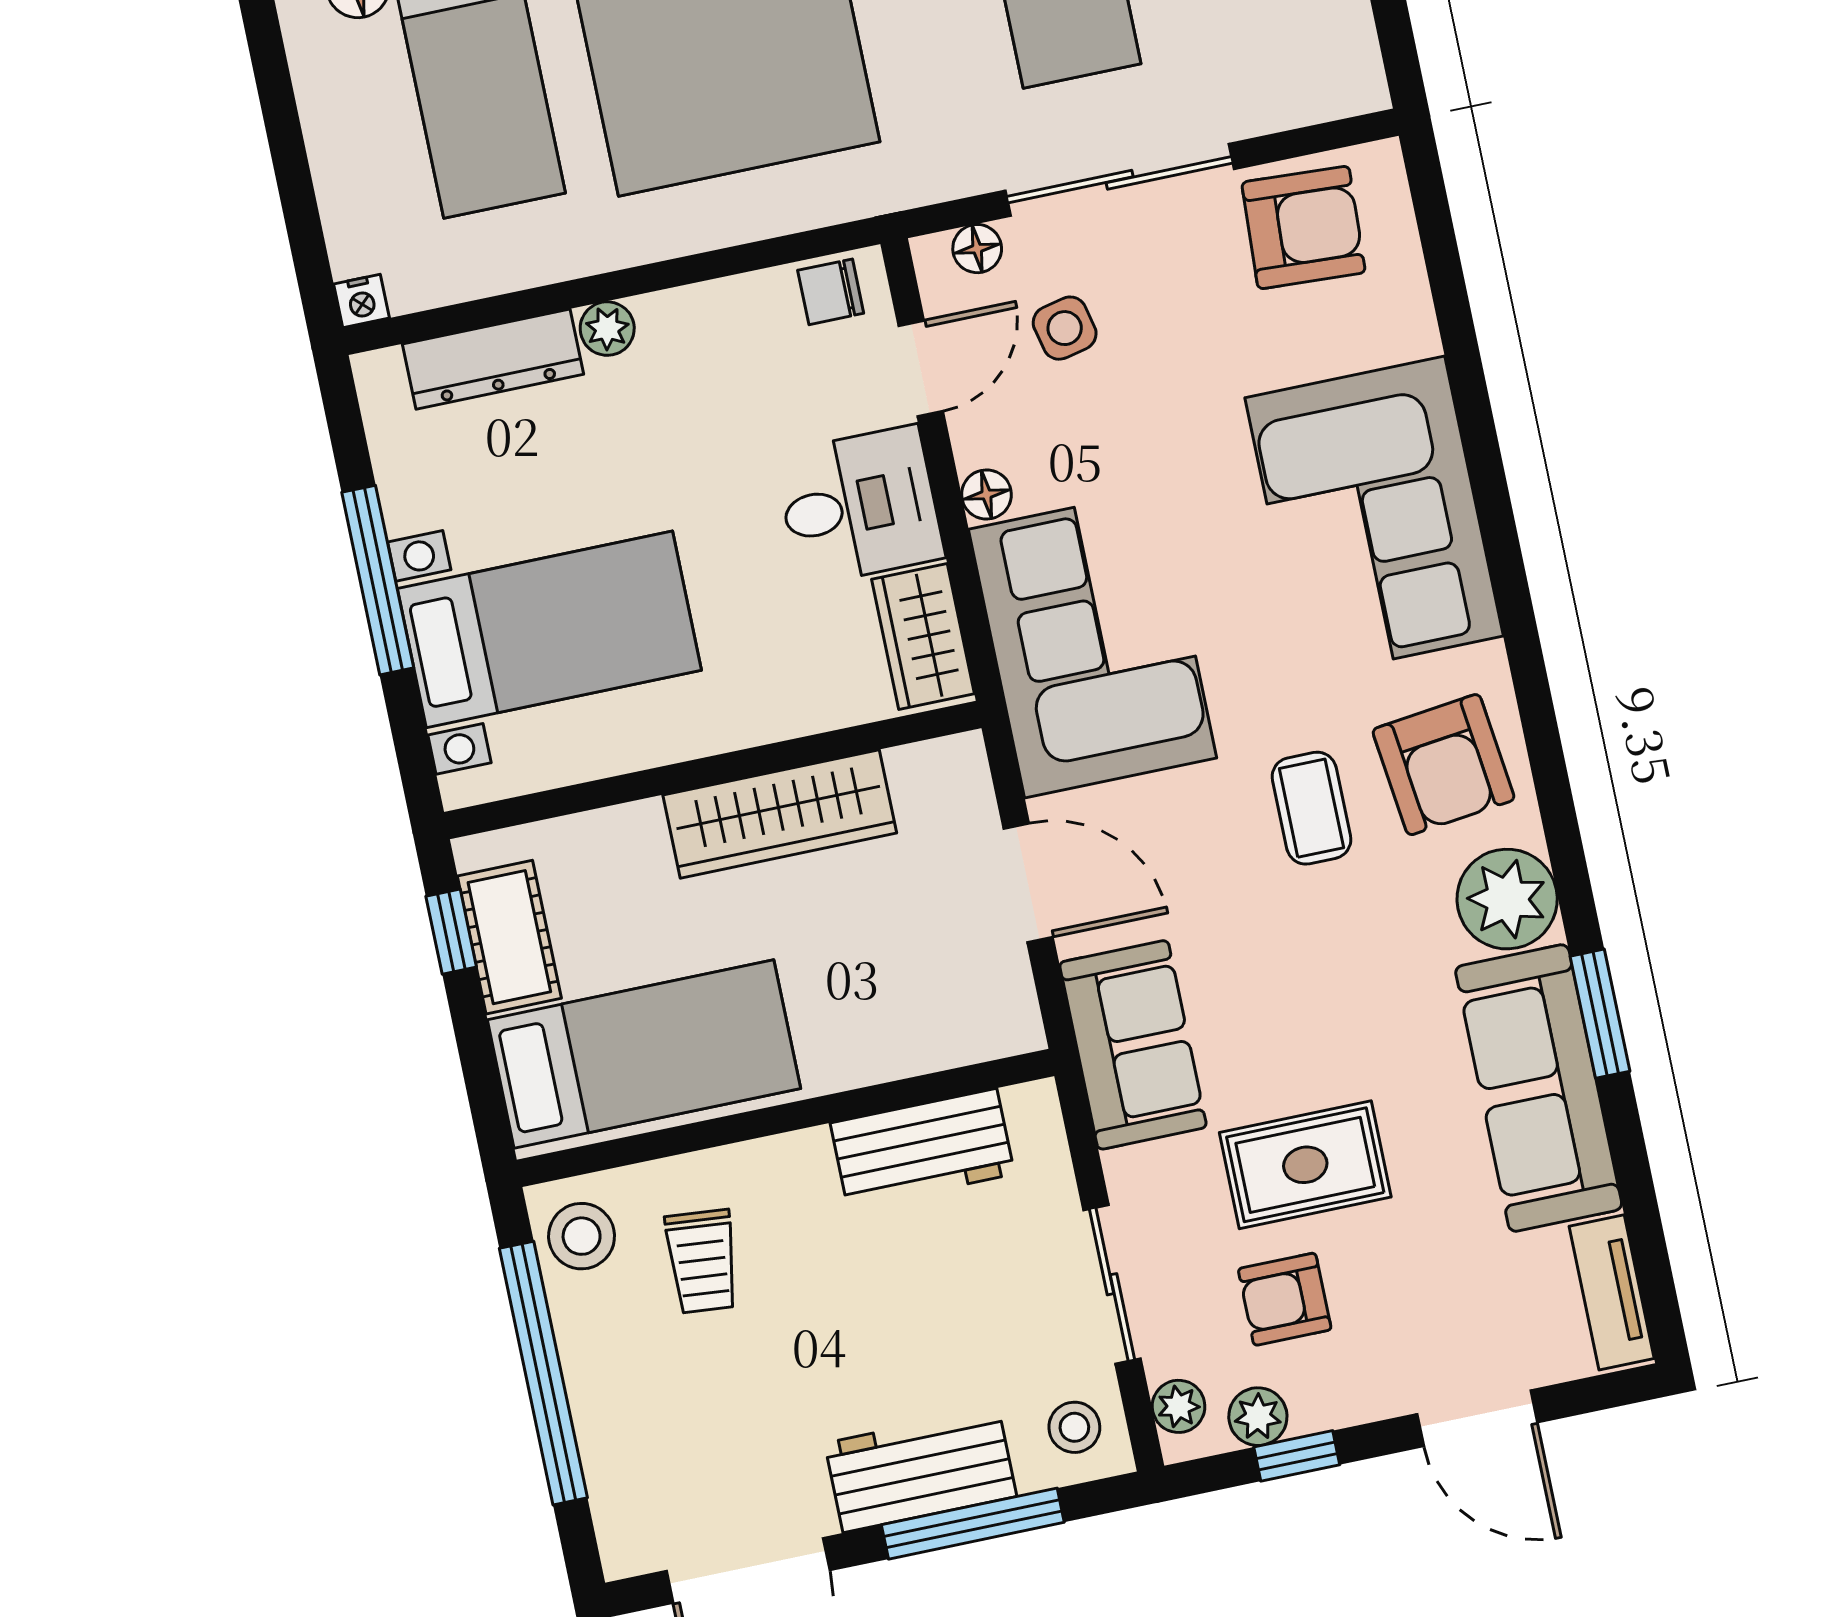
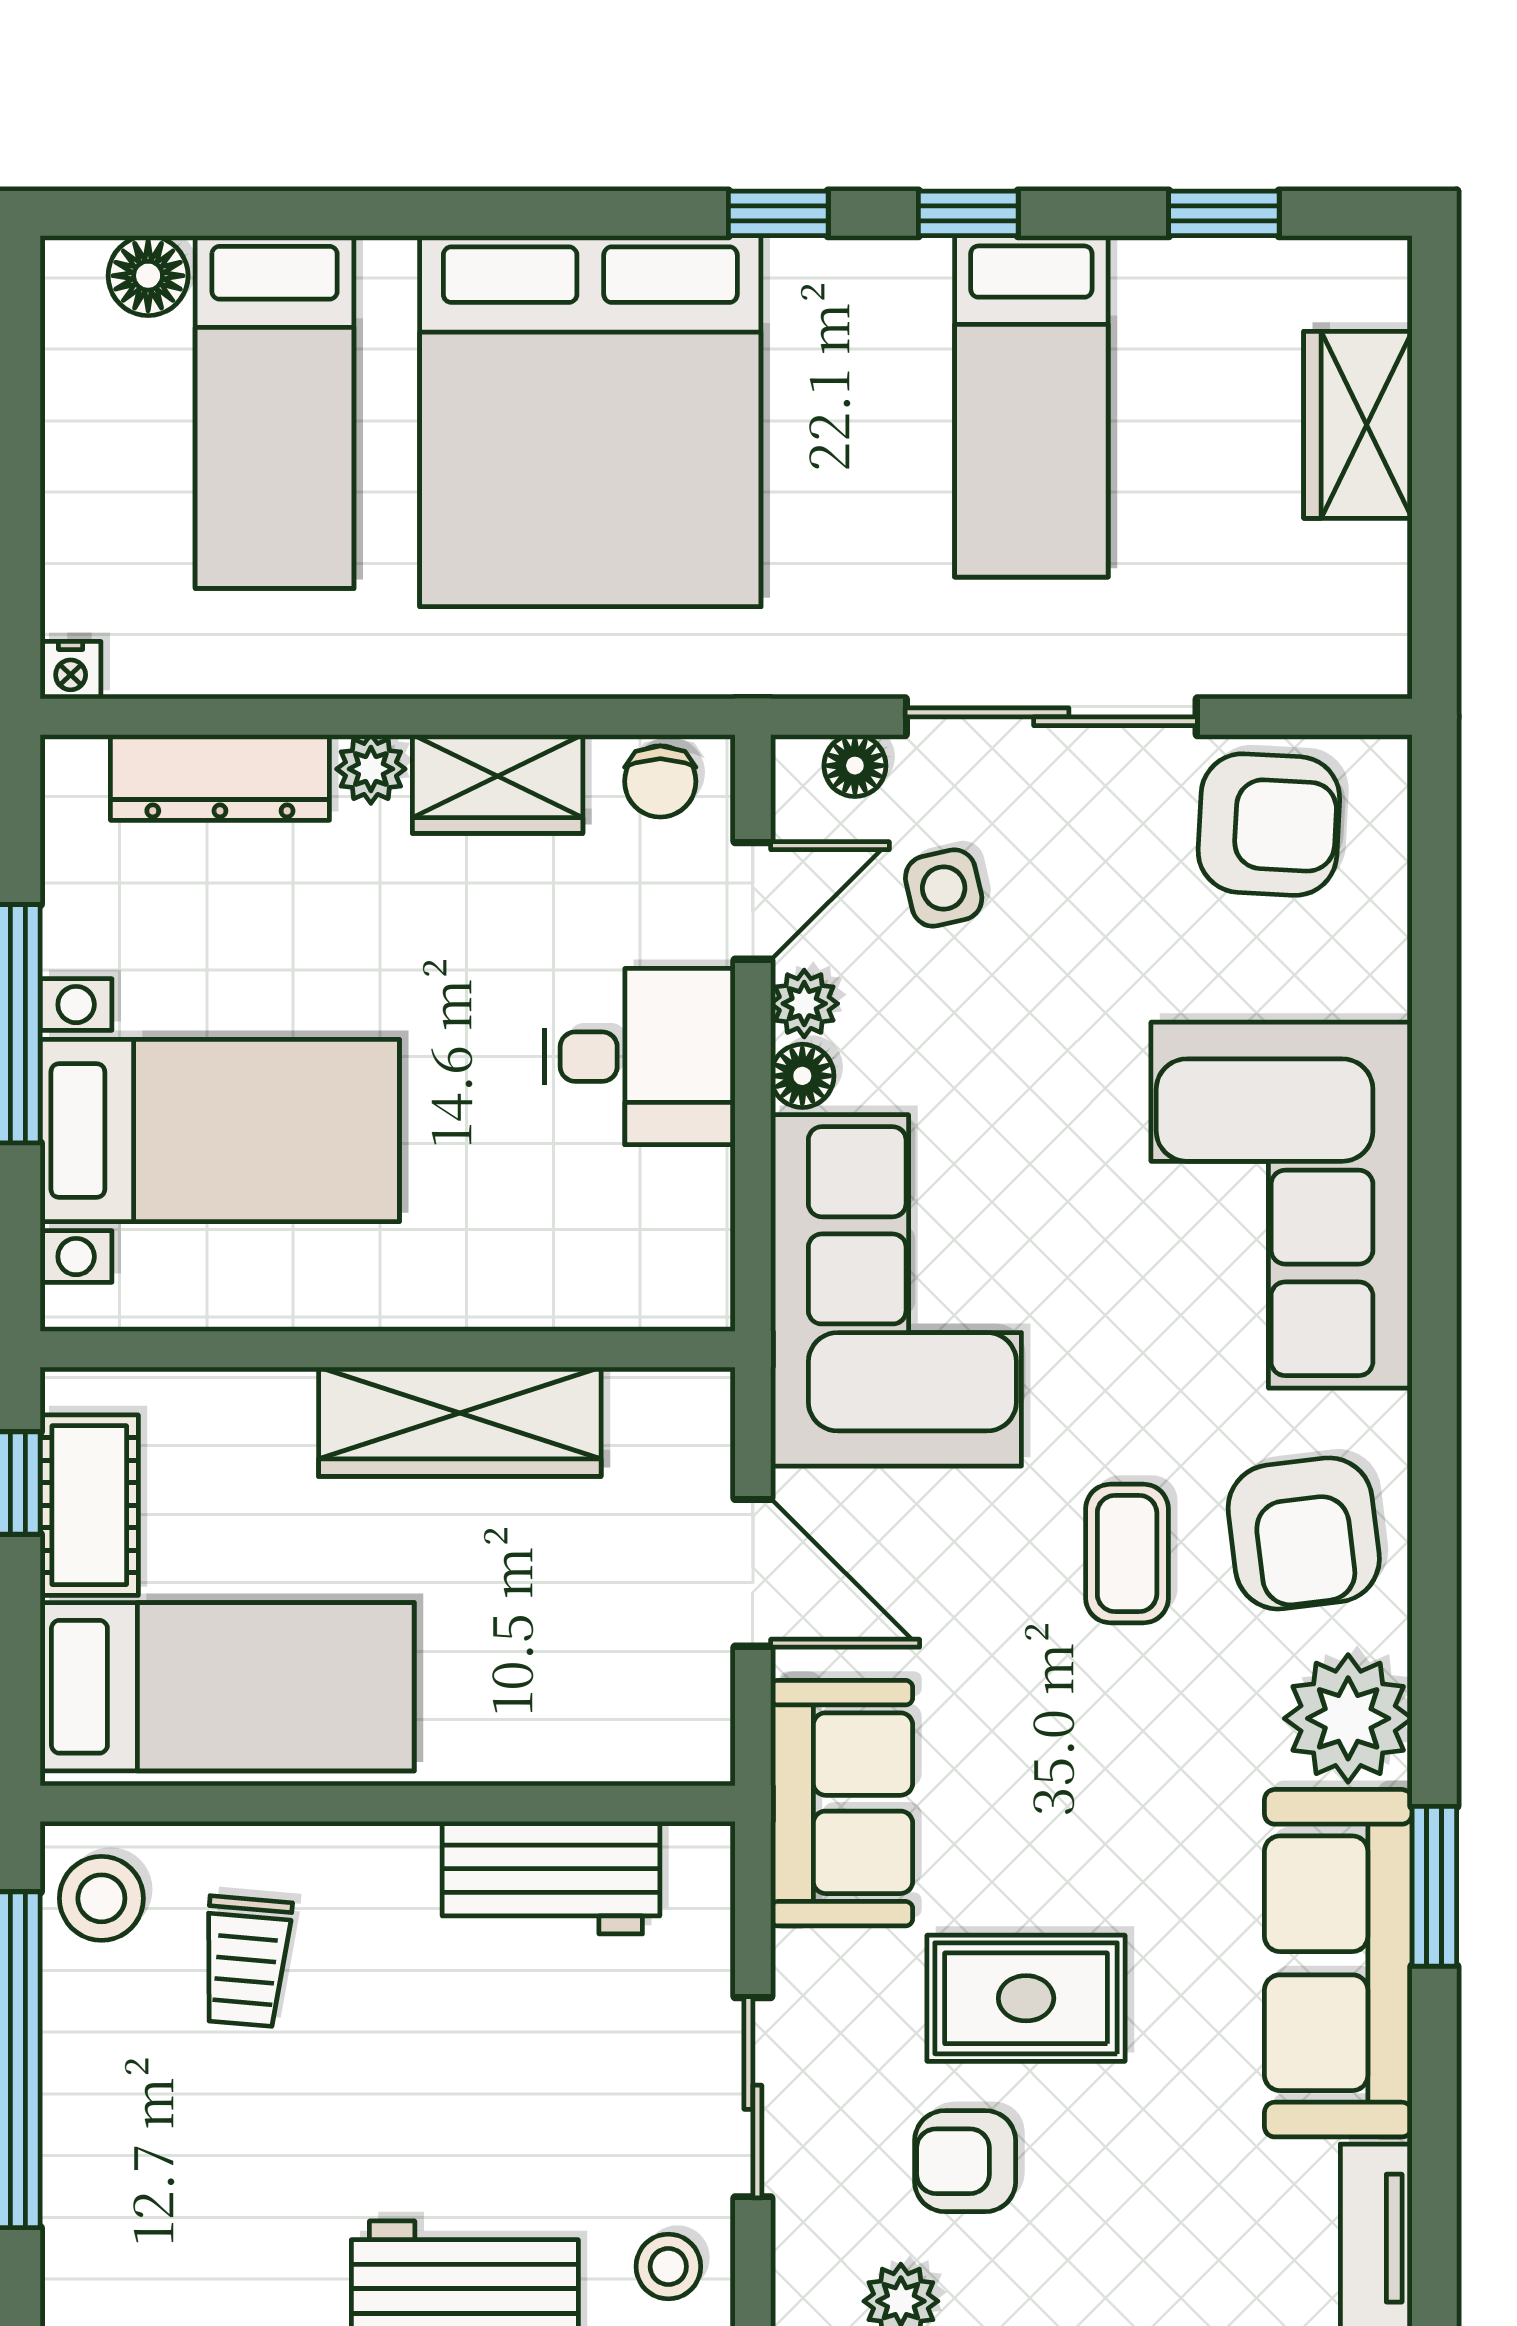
chair: (831, 292) -> (660, 781), turned -90
wardrobe: (923, 637) -> (498, 784), moved, turned -90
plant: (1179, 1406) -> (804, 1004), moved

